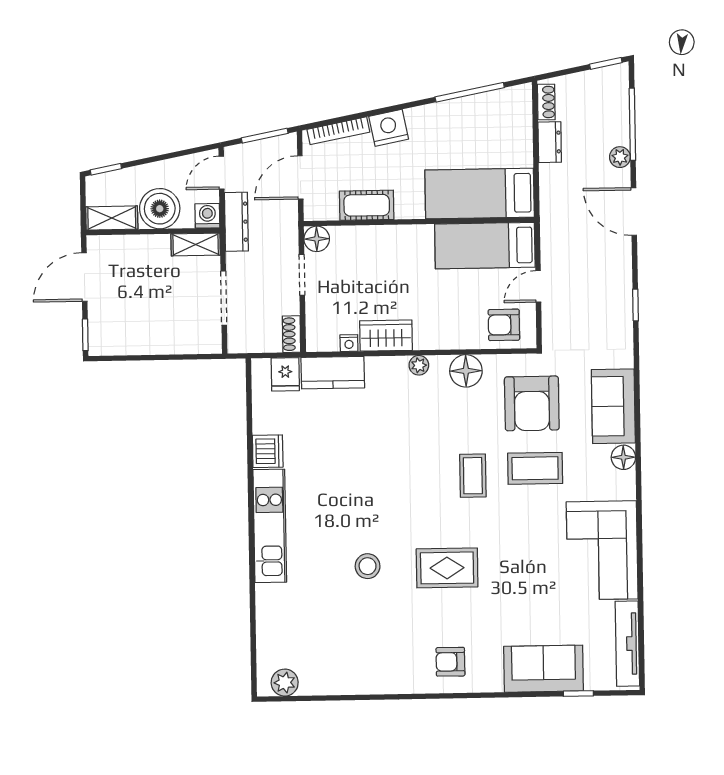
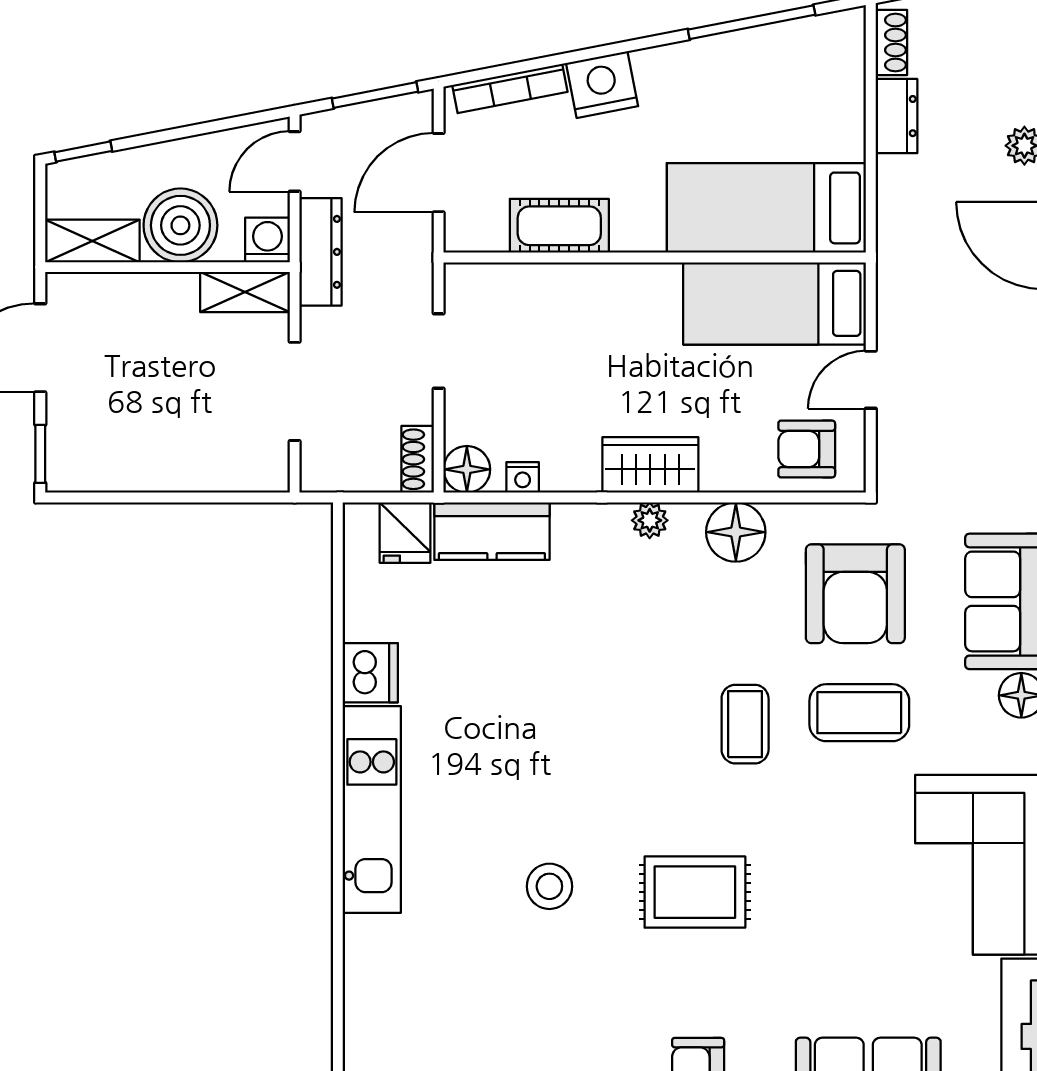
floor lamp: (317, 239) -> (467, 469), moved
wardrobe: (386, 336) -> (650, 465), moved

